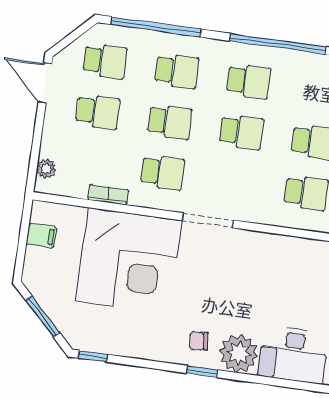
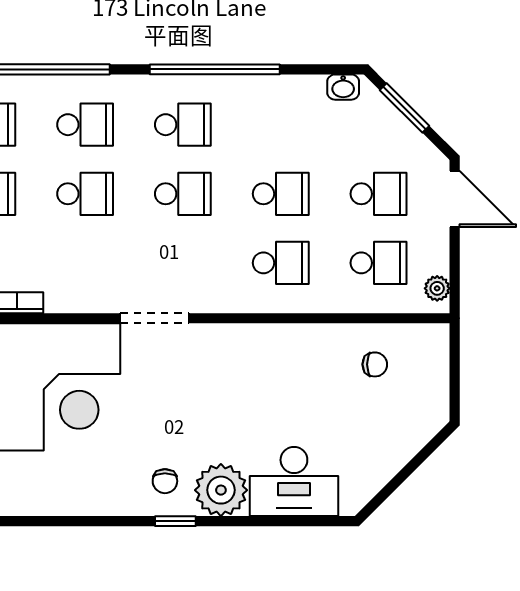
school desk: (163, 173) -> (85, 263), removed
chair: (199, 341) -> (165, 481), turned -83
window: (93, 356) -> (27, 521), removed

